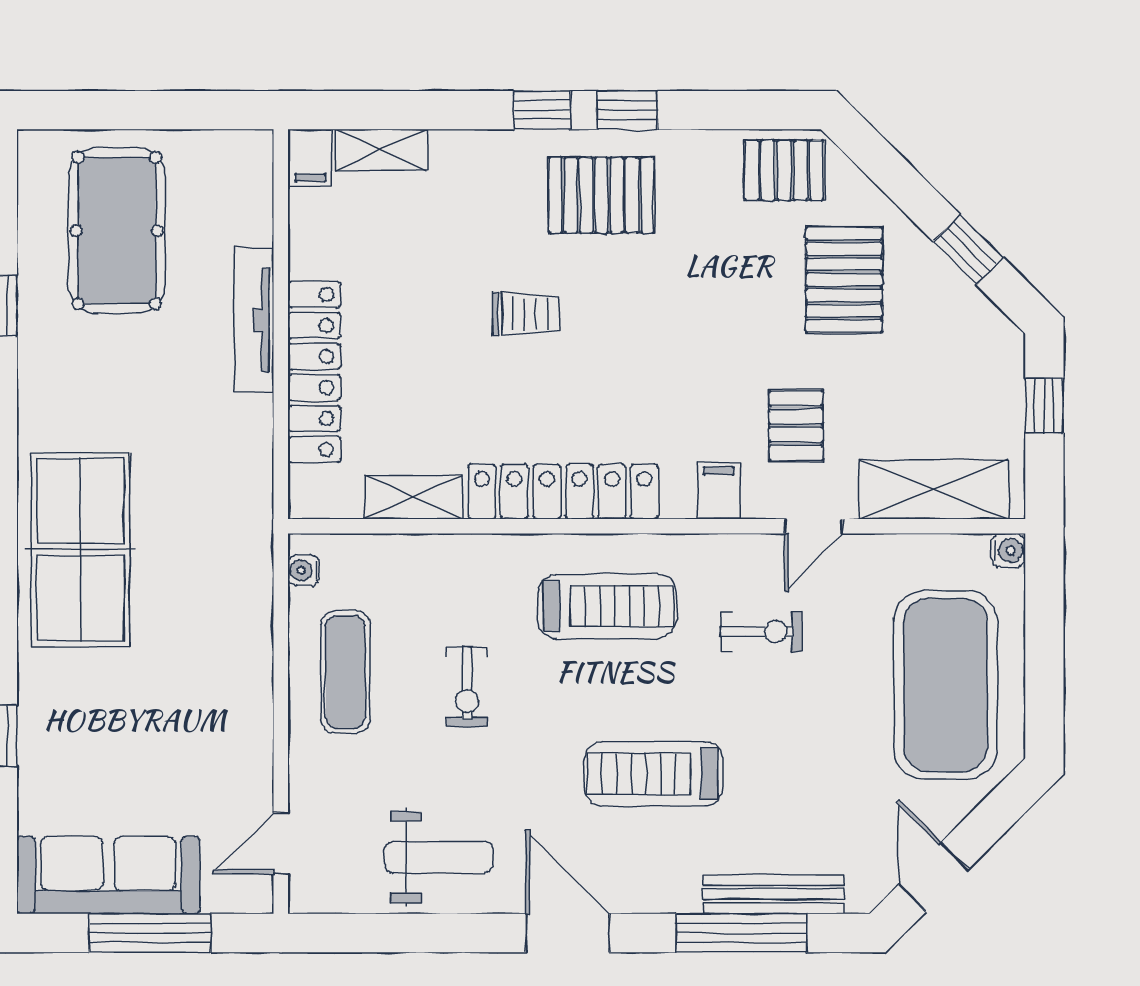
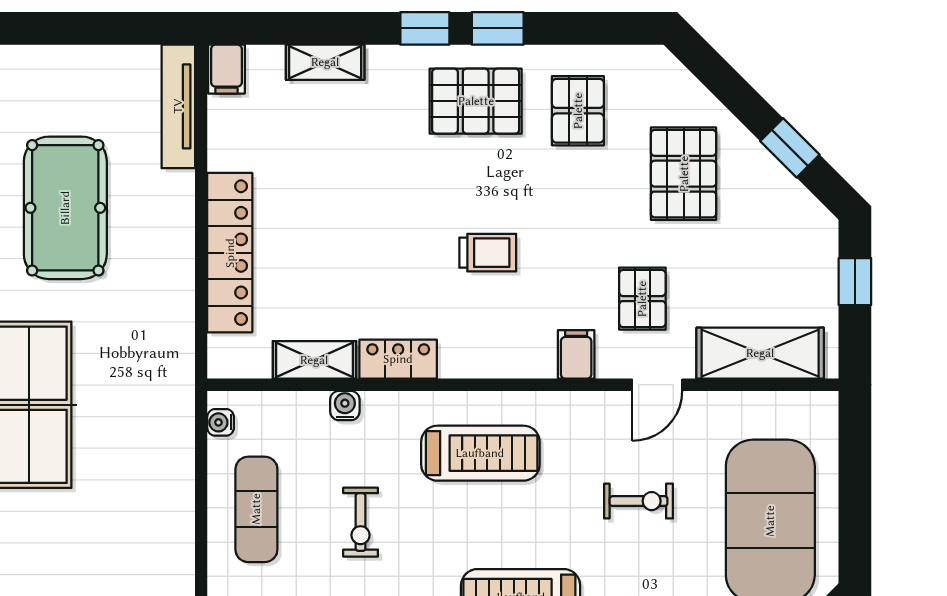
shelving: (381, 150) -> (325, 62), moved
pallet: (784, 170) -> (578, 111), moved, turned 90
pool table: (117, 231) -> (65, 208), moved
trolley: (526, 314) -> (488, 253), moved
tv unit: (254, 320) -> (178, 106), moved
locker: (563, 492) -> (398, 359), width x0.46, depth x0.83
water cooler: (1008, 551) -> (345, 406), moved, turned -90
exercise bike: (761, 632) -> (639, 501), moved

